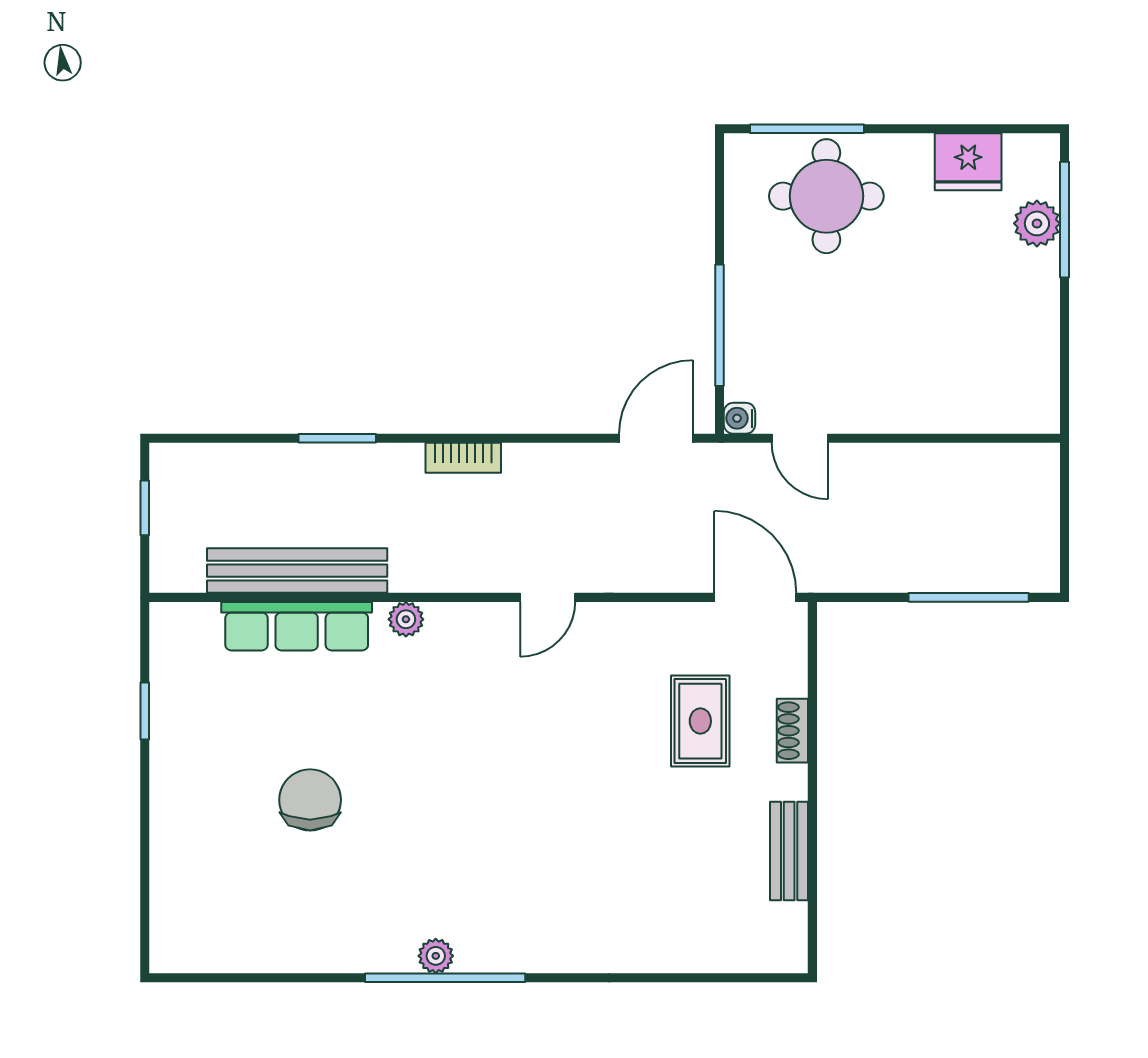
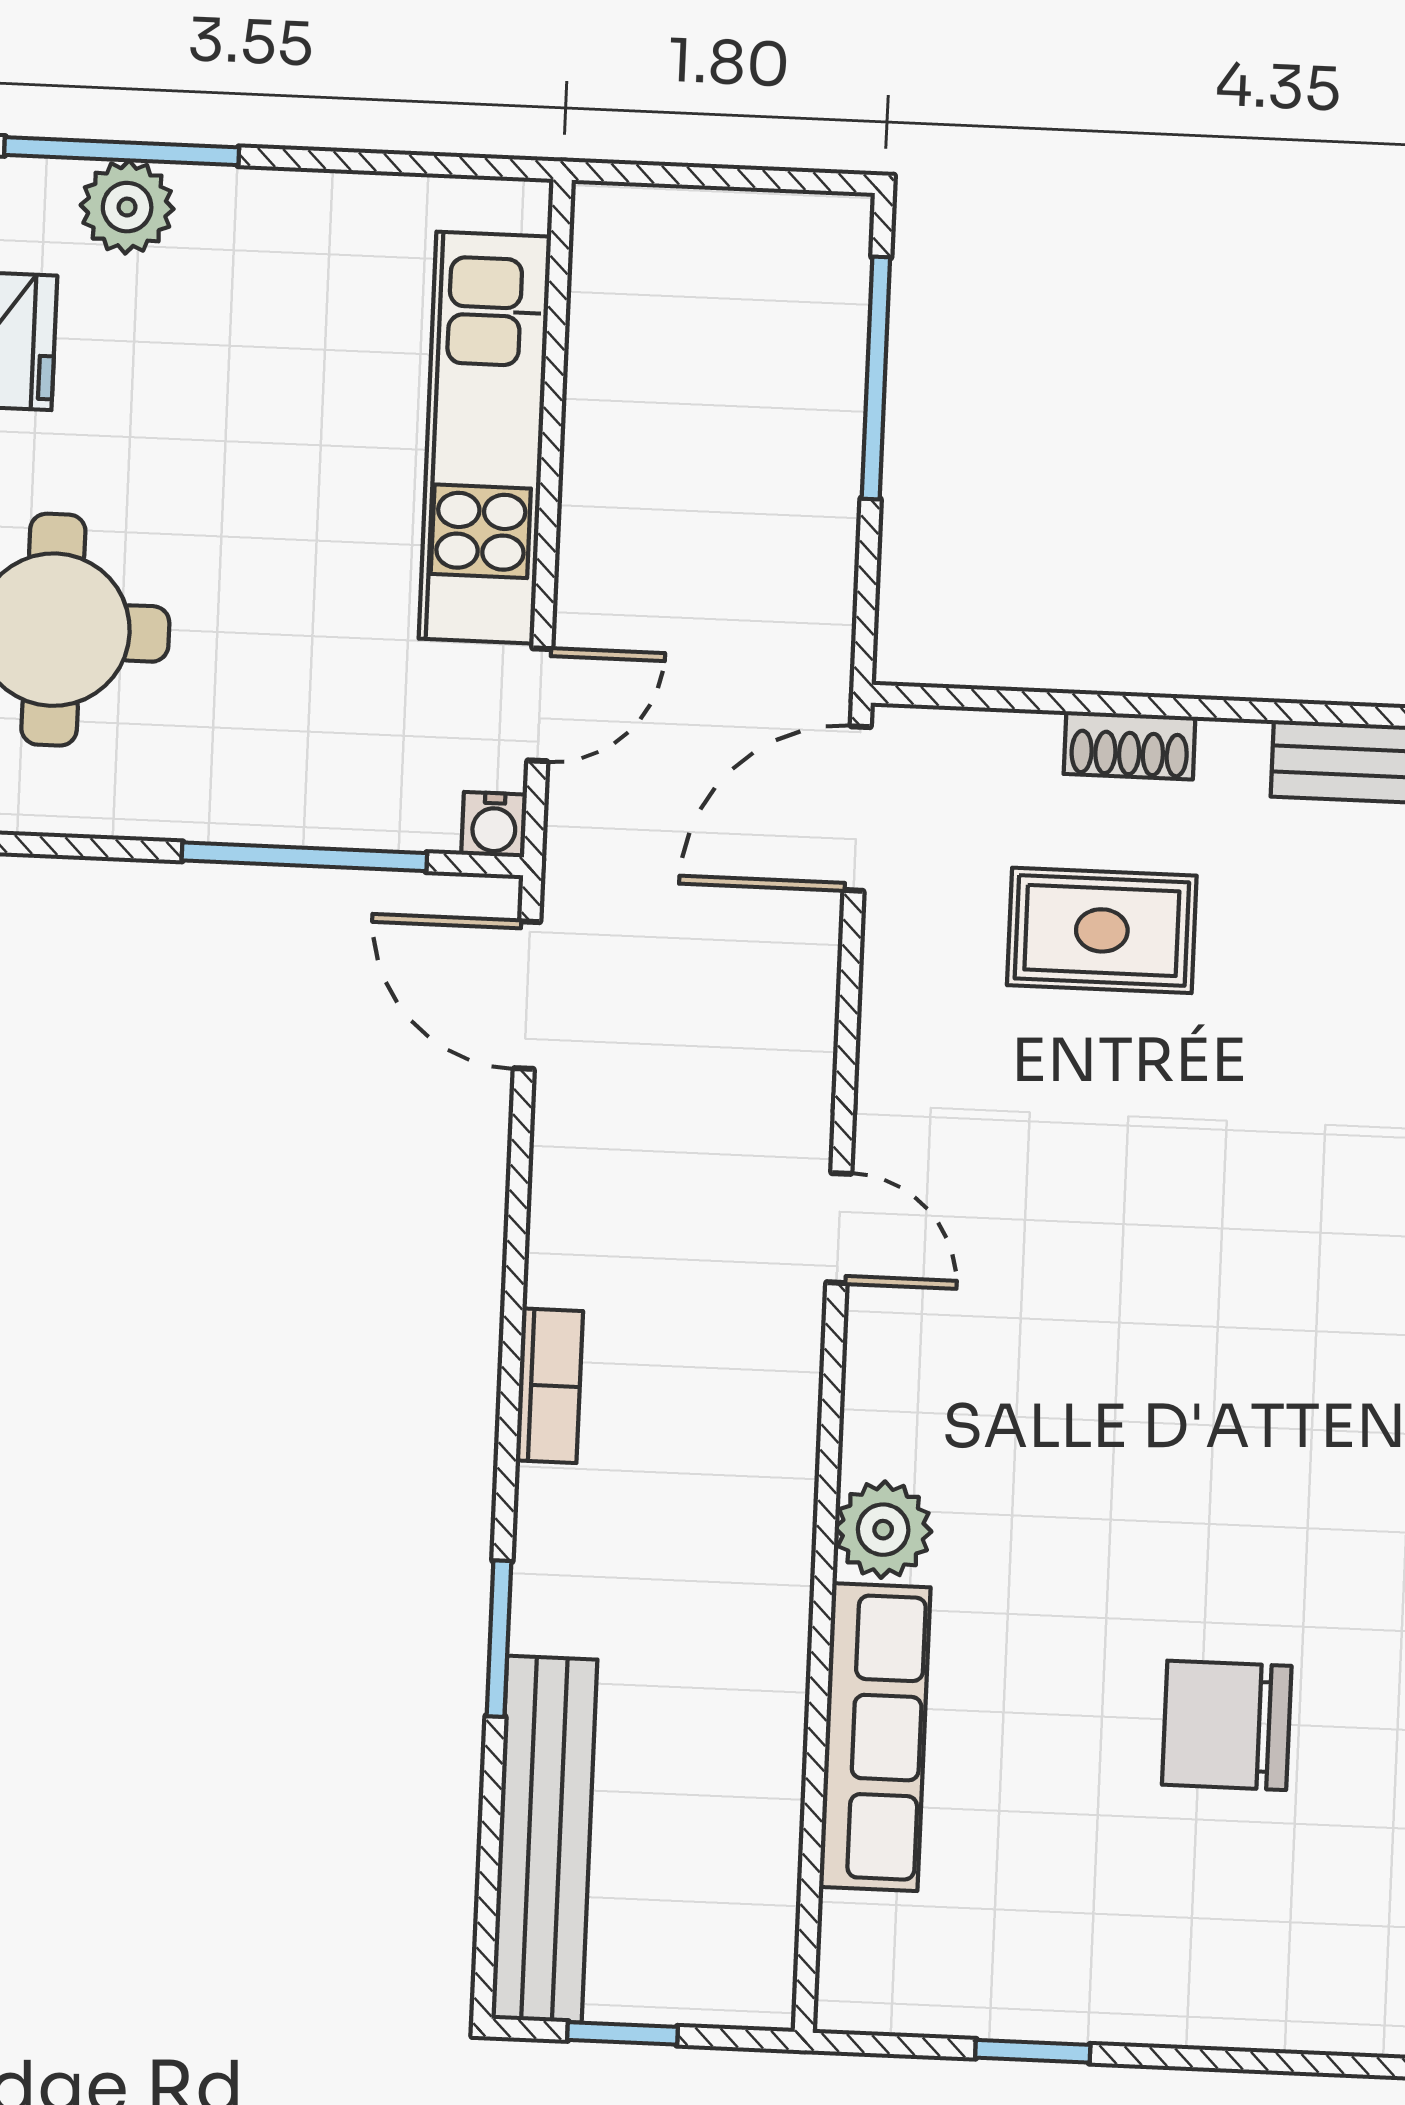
kitchen unit: (931, 405) -> (485, 438), added
bench: (297, 571) -> (544, 1839), moved
plant: (406, 619) -> (883, 1530), width x1.38, depth x1.38

